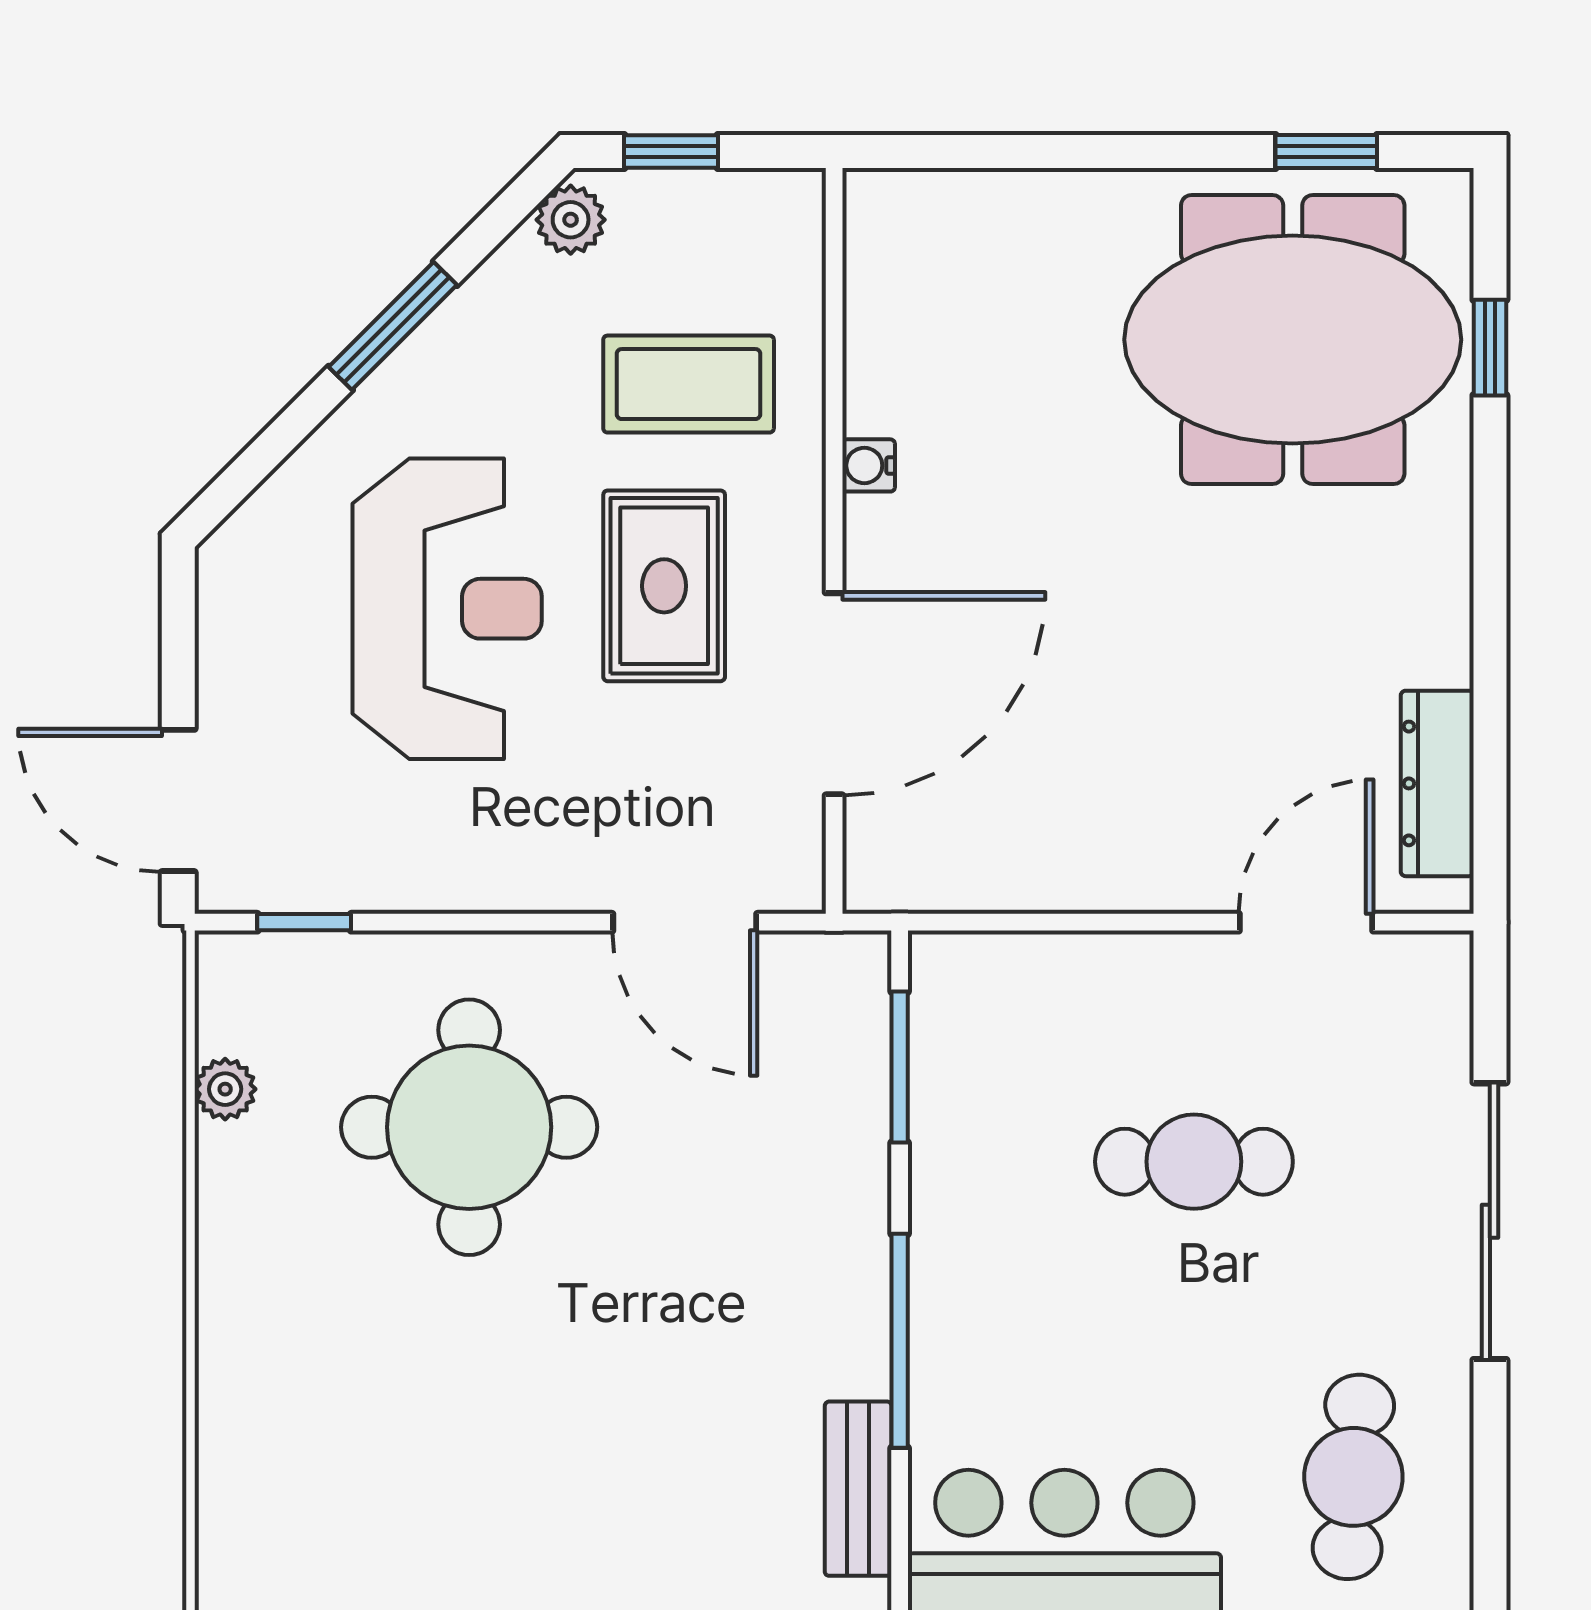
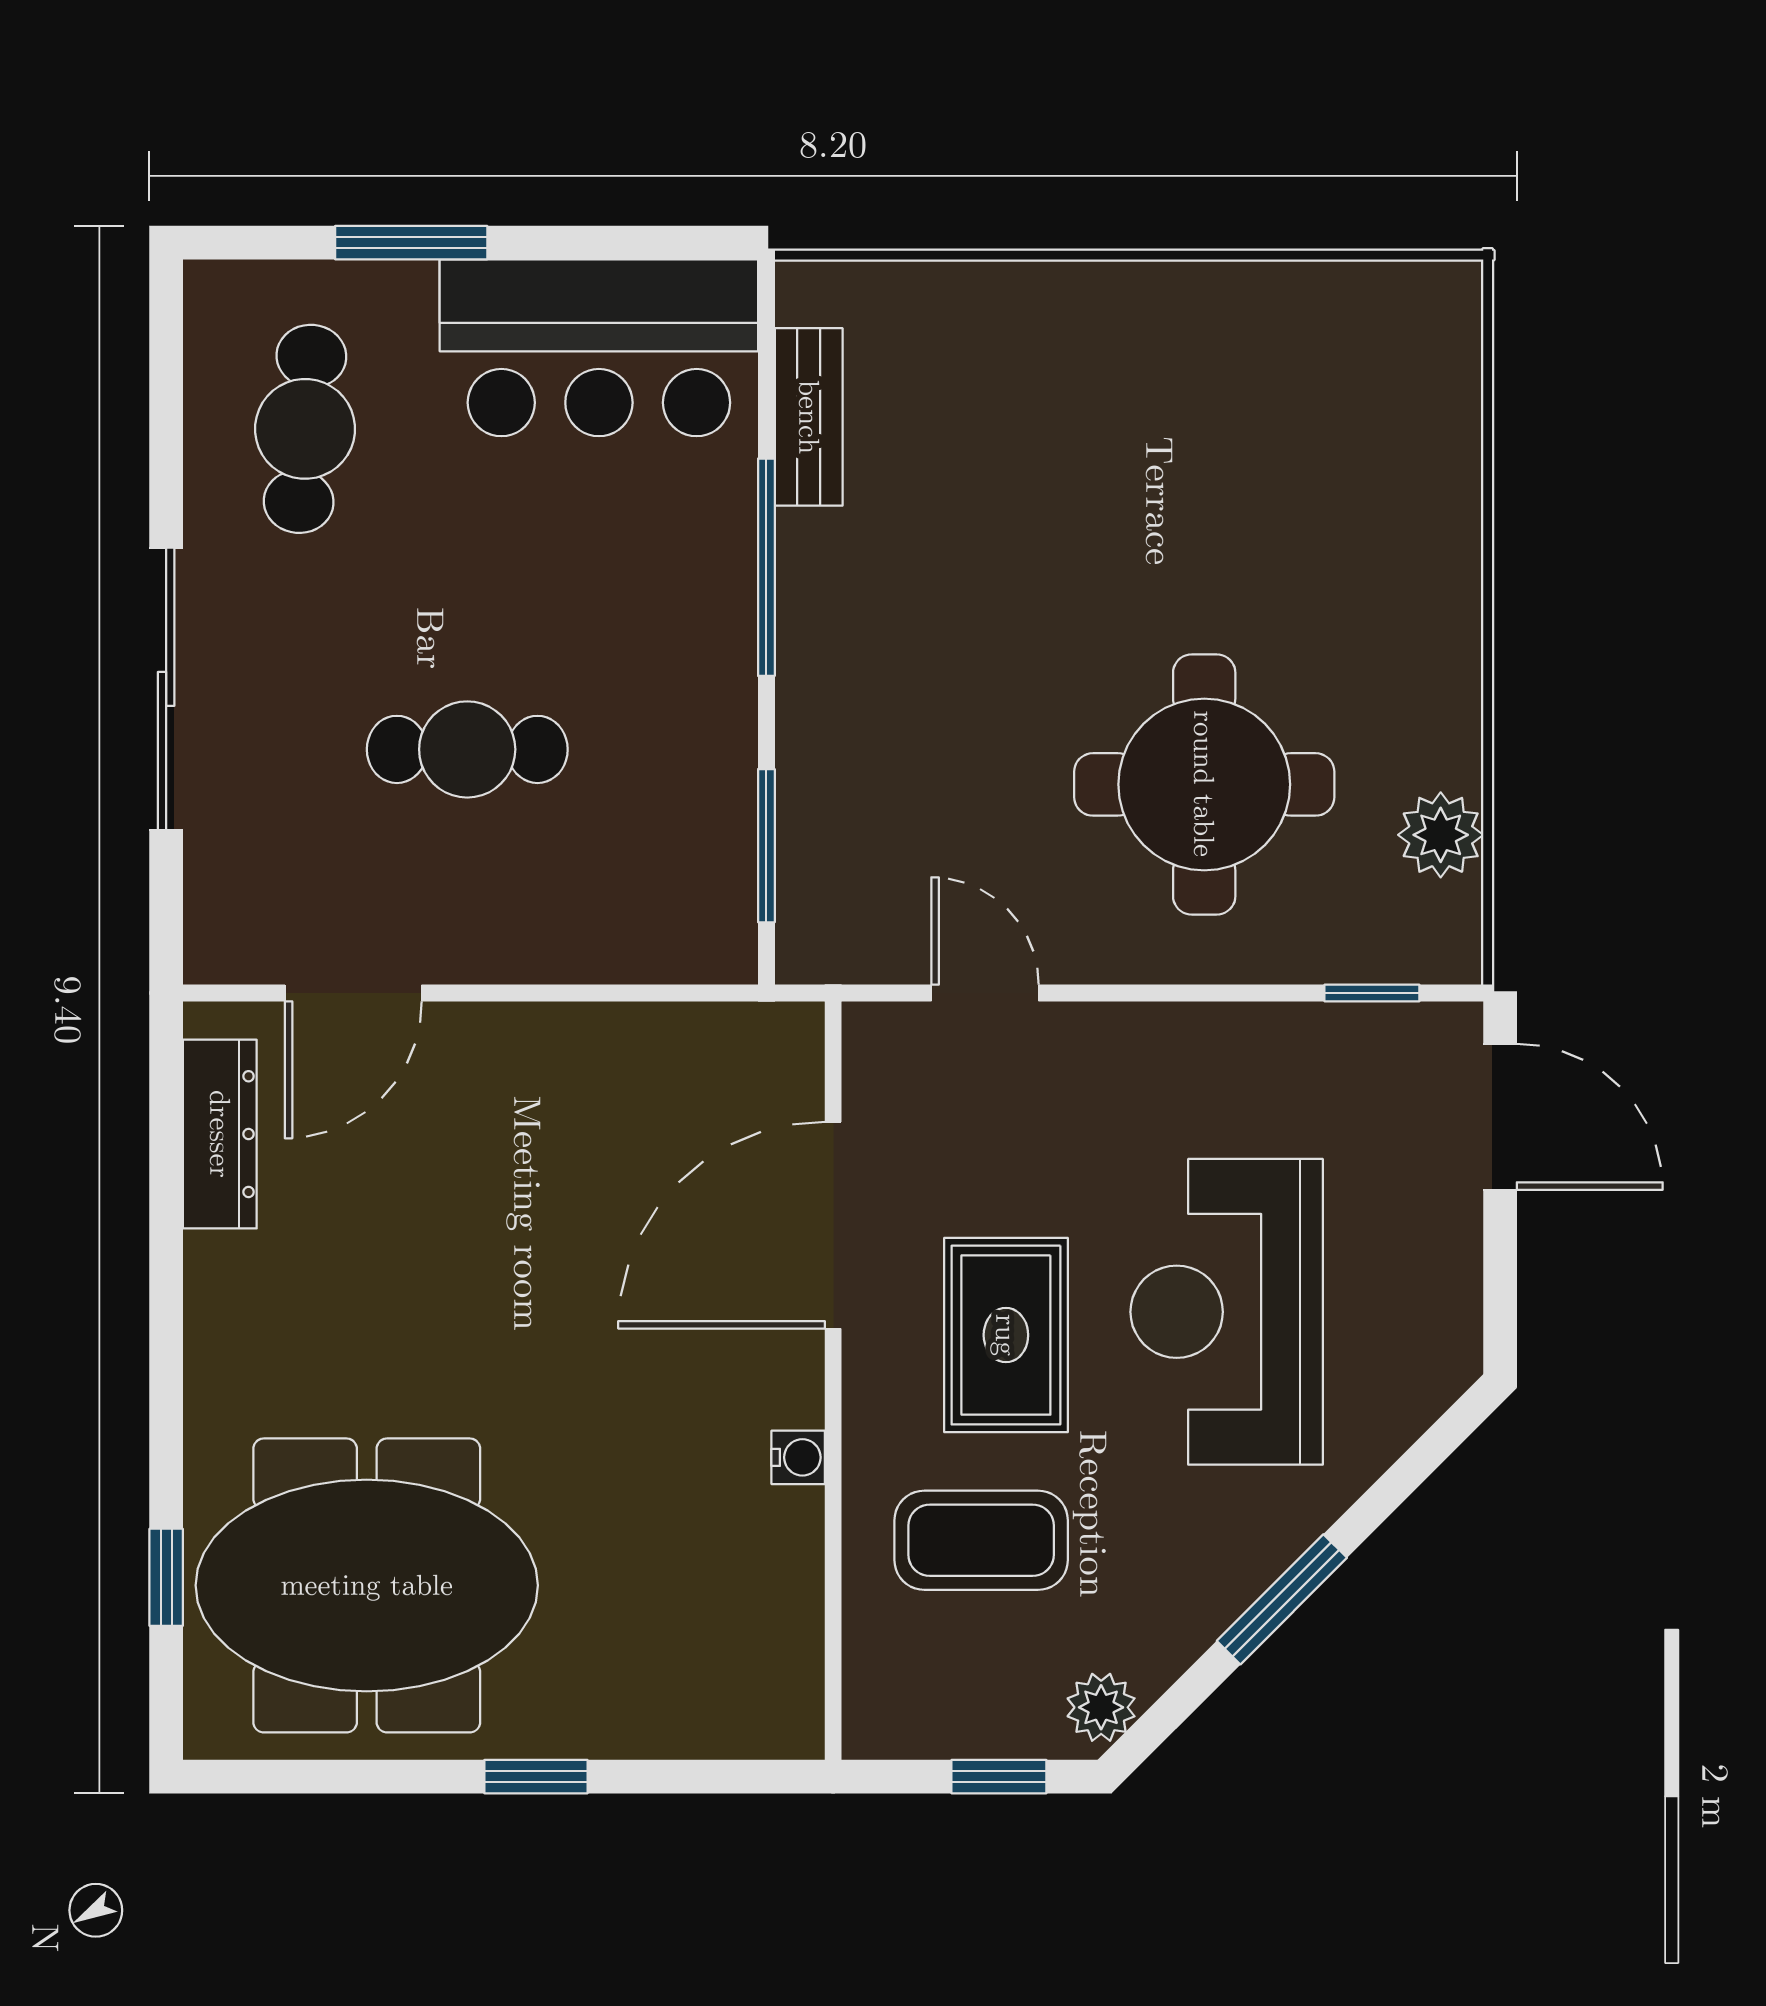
window: (1326, 152) -> (536, 1777), moved
door: (685, 922) -> (985, 993), width x0.73
plant: (225, 1089) -> (1441, 835), width x1.38, depth x1.38

